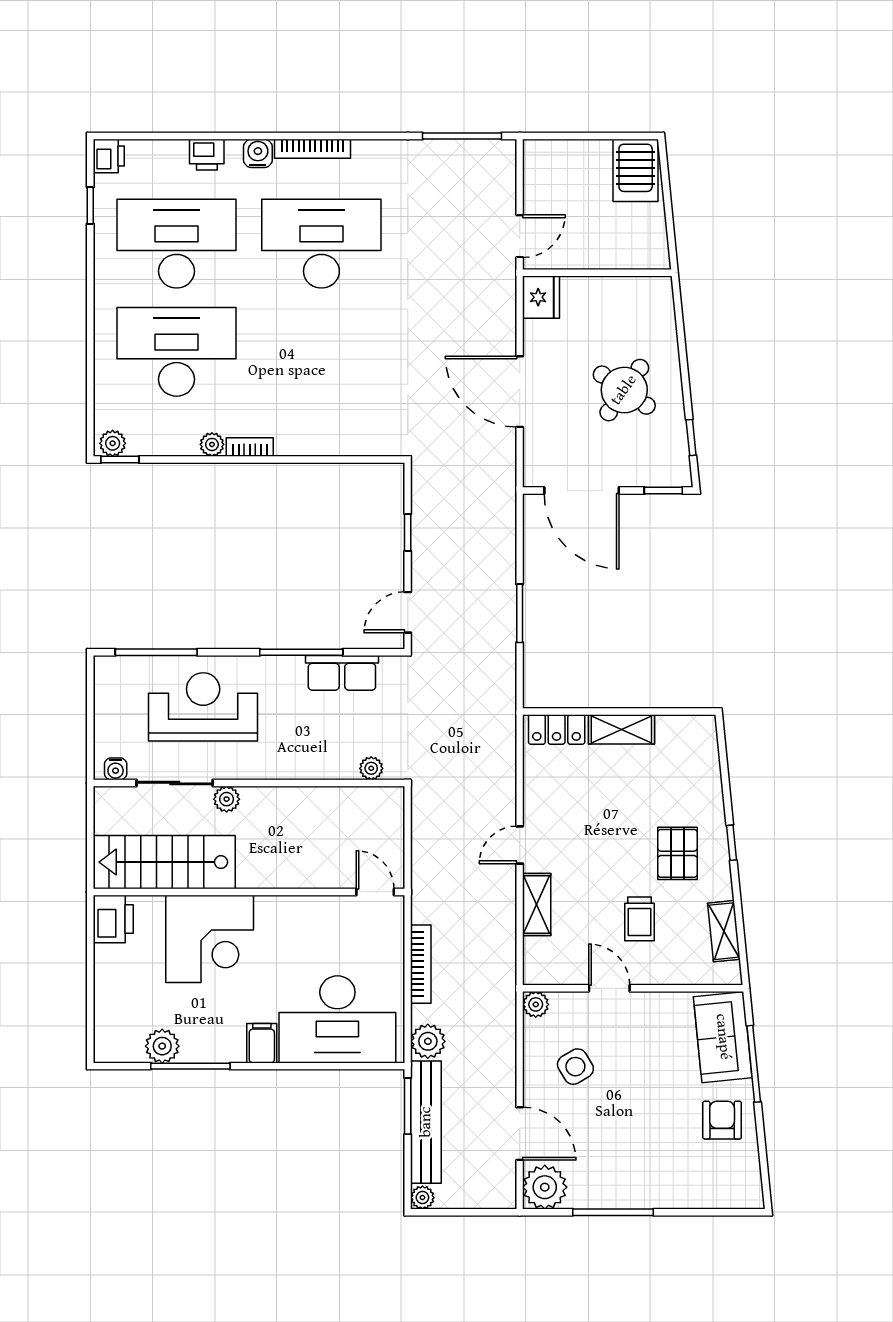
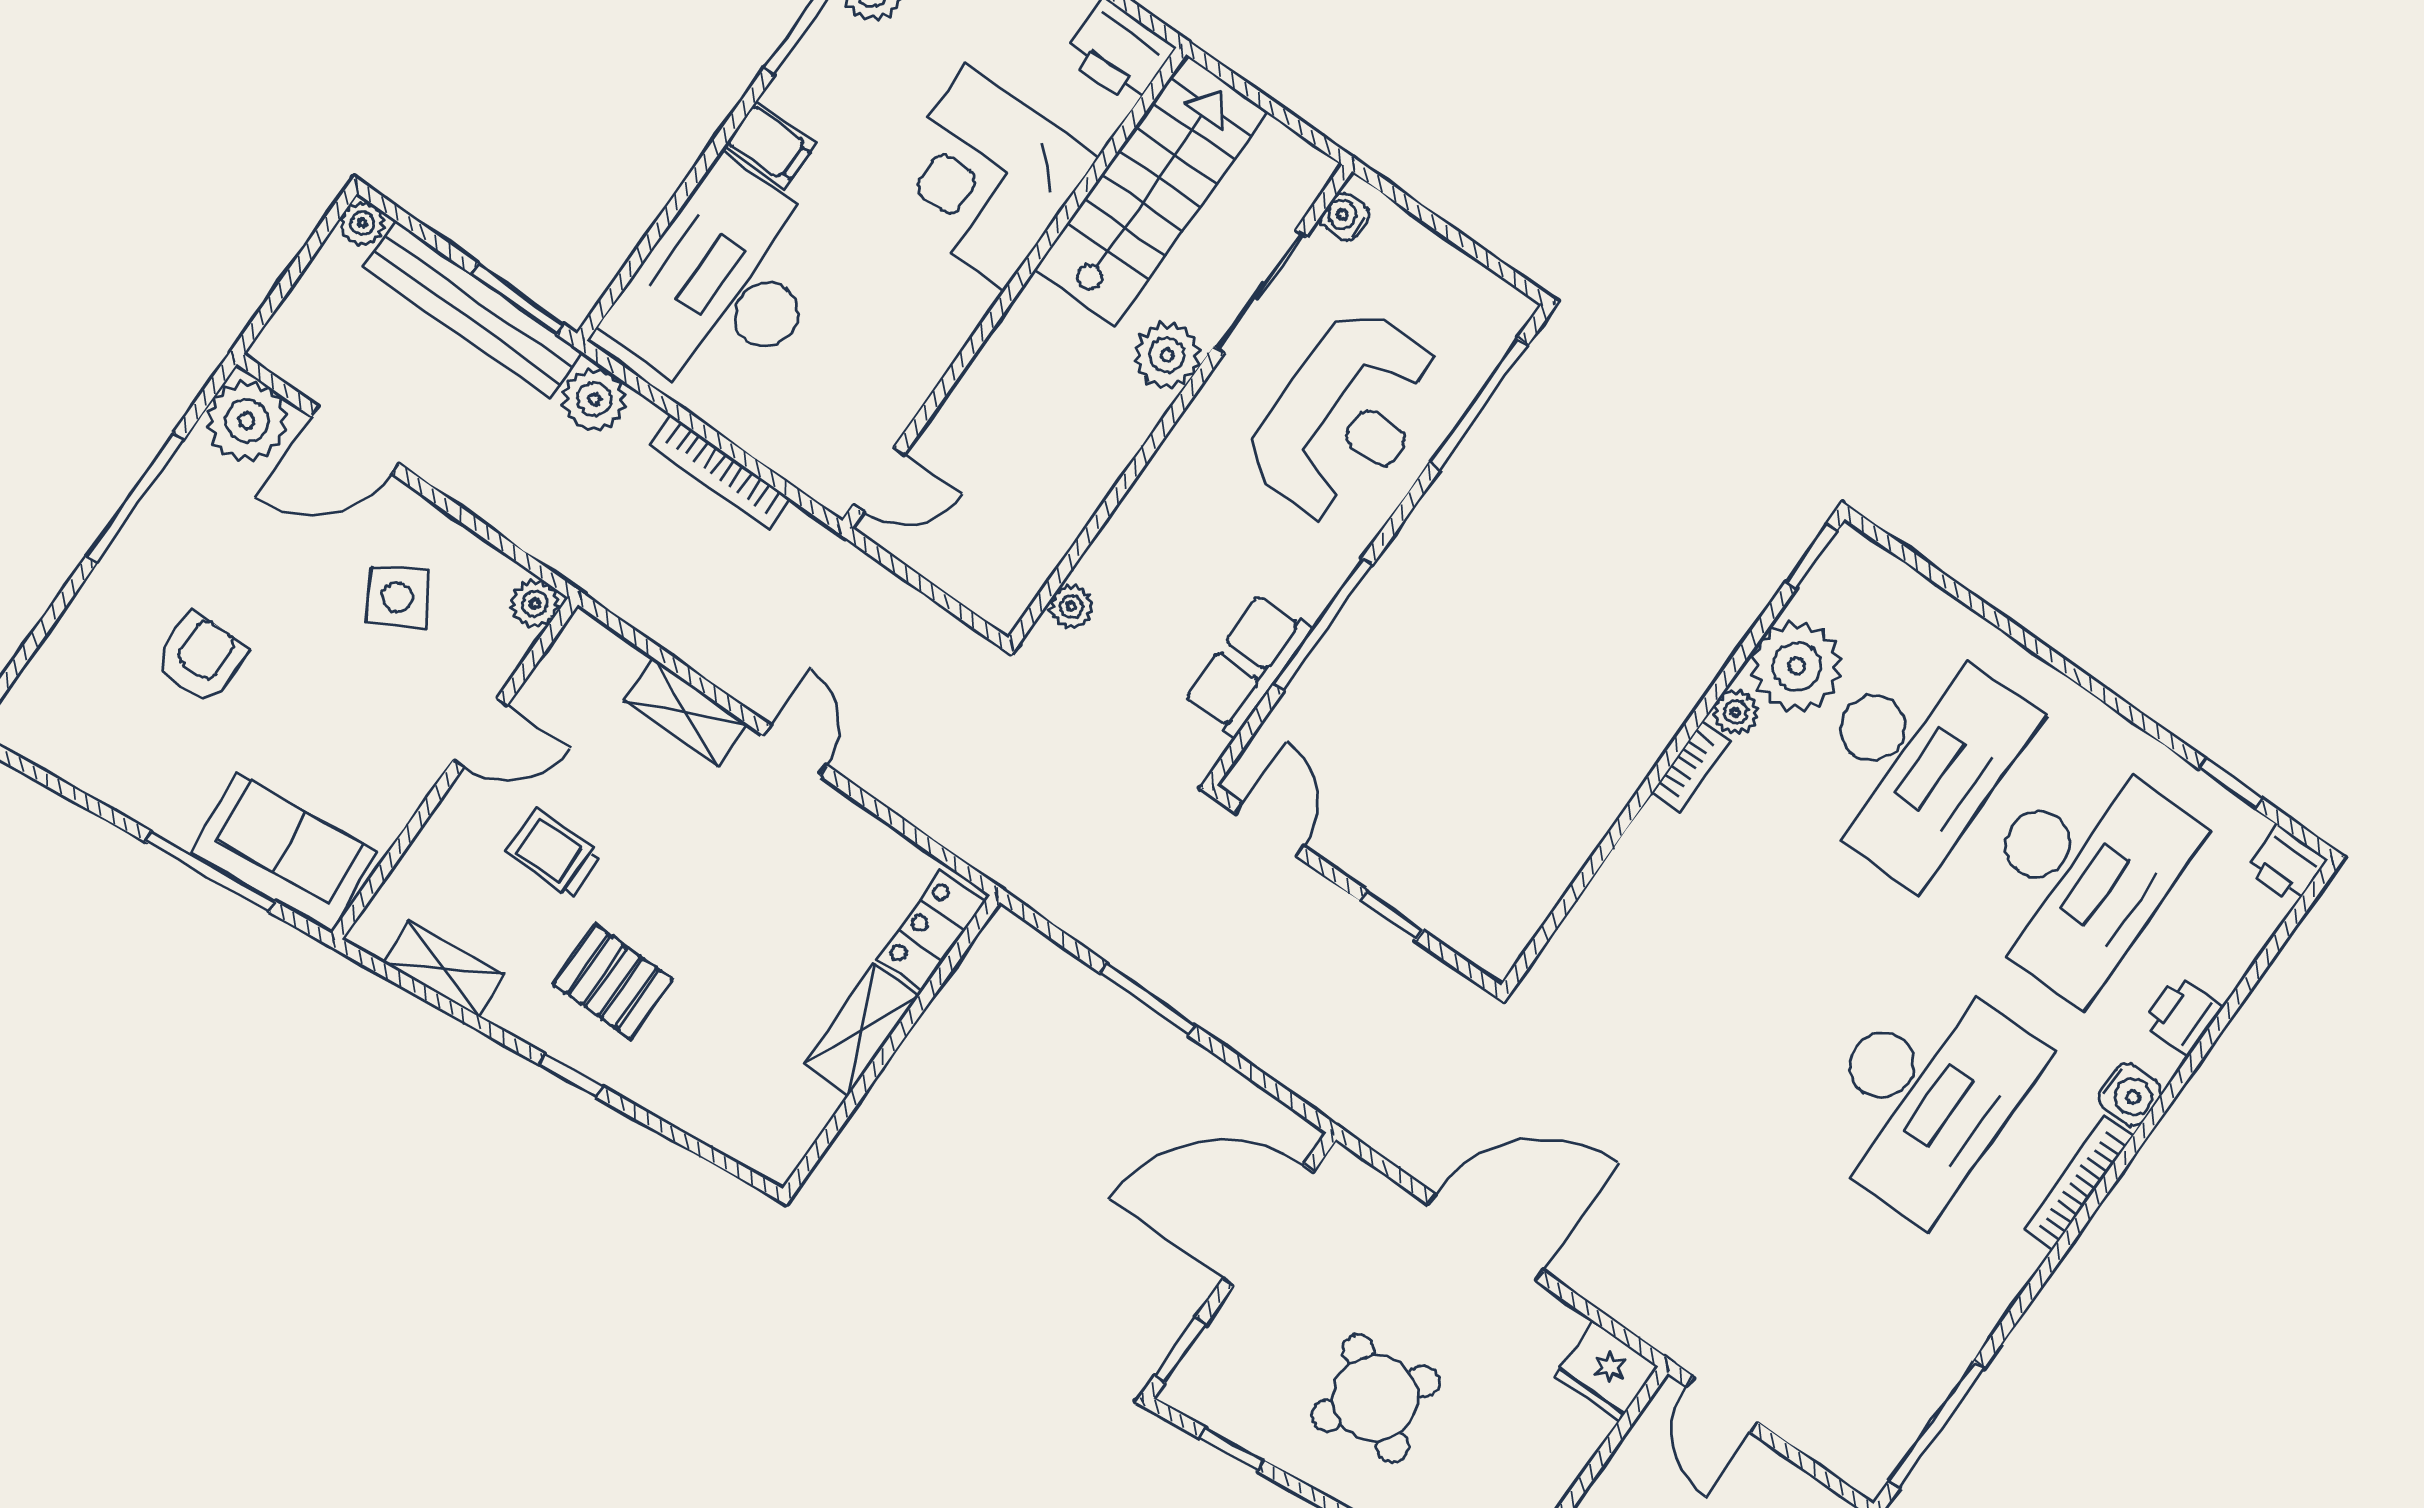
plant: (113, 443) -> (1797, 666), moved, width x1.87, depth x1.87
plant: (227, 799) -> (1167, 355), width x1.38, depth x1.38
armchair: (722, 1120) -> (201, 658), moved, turned -90

